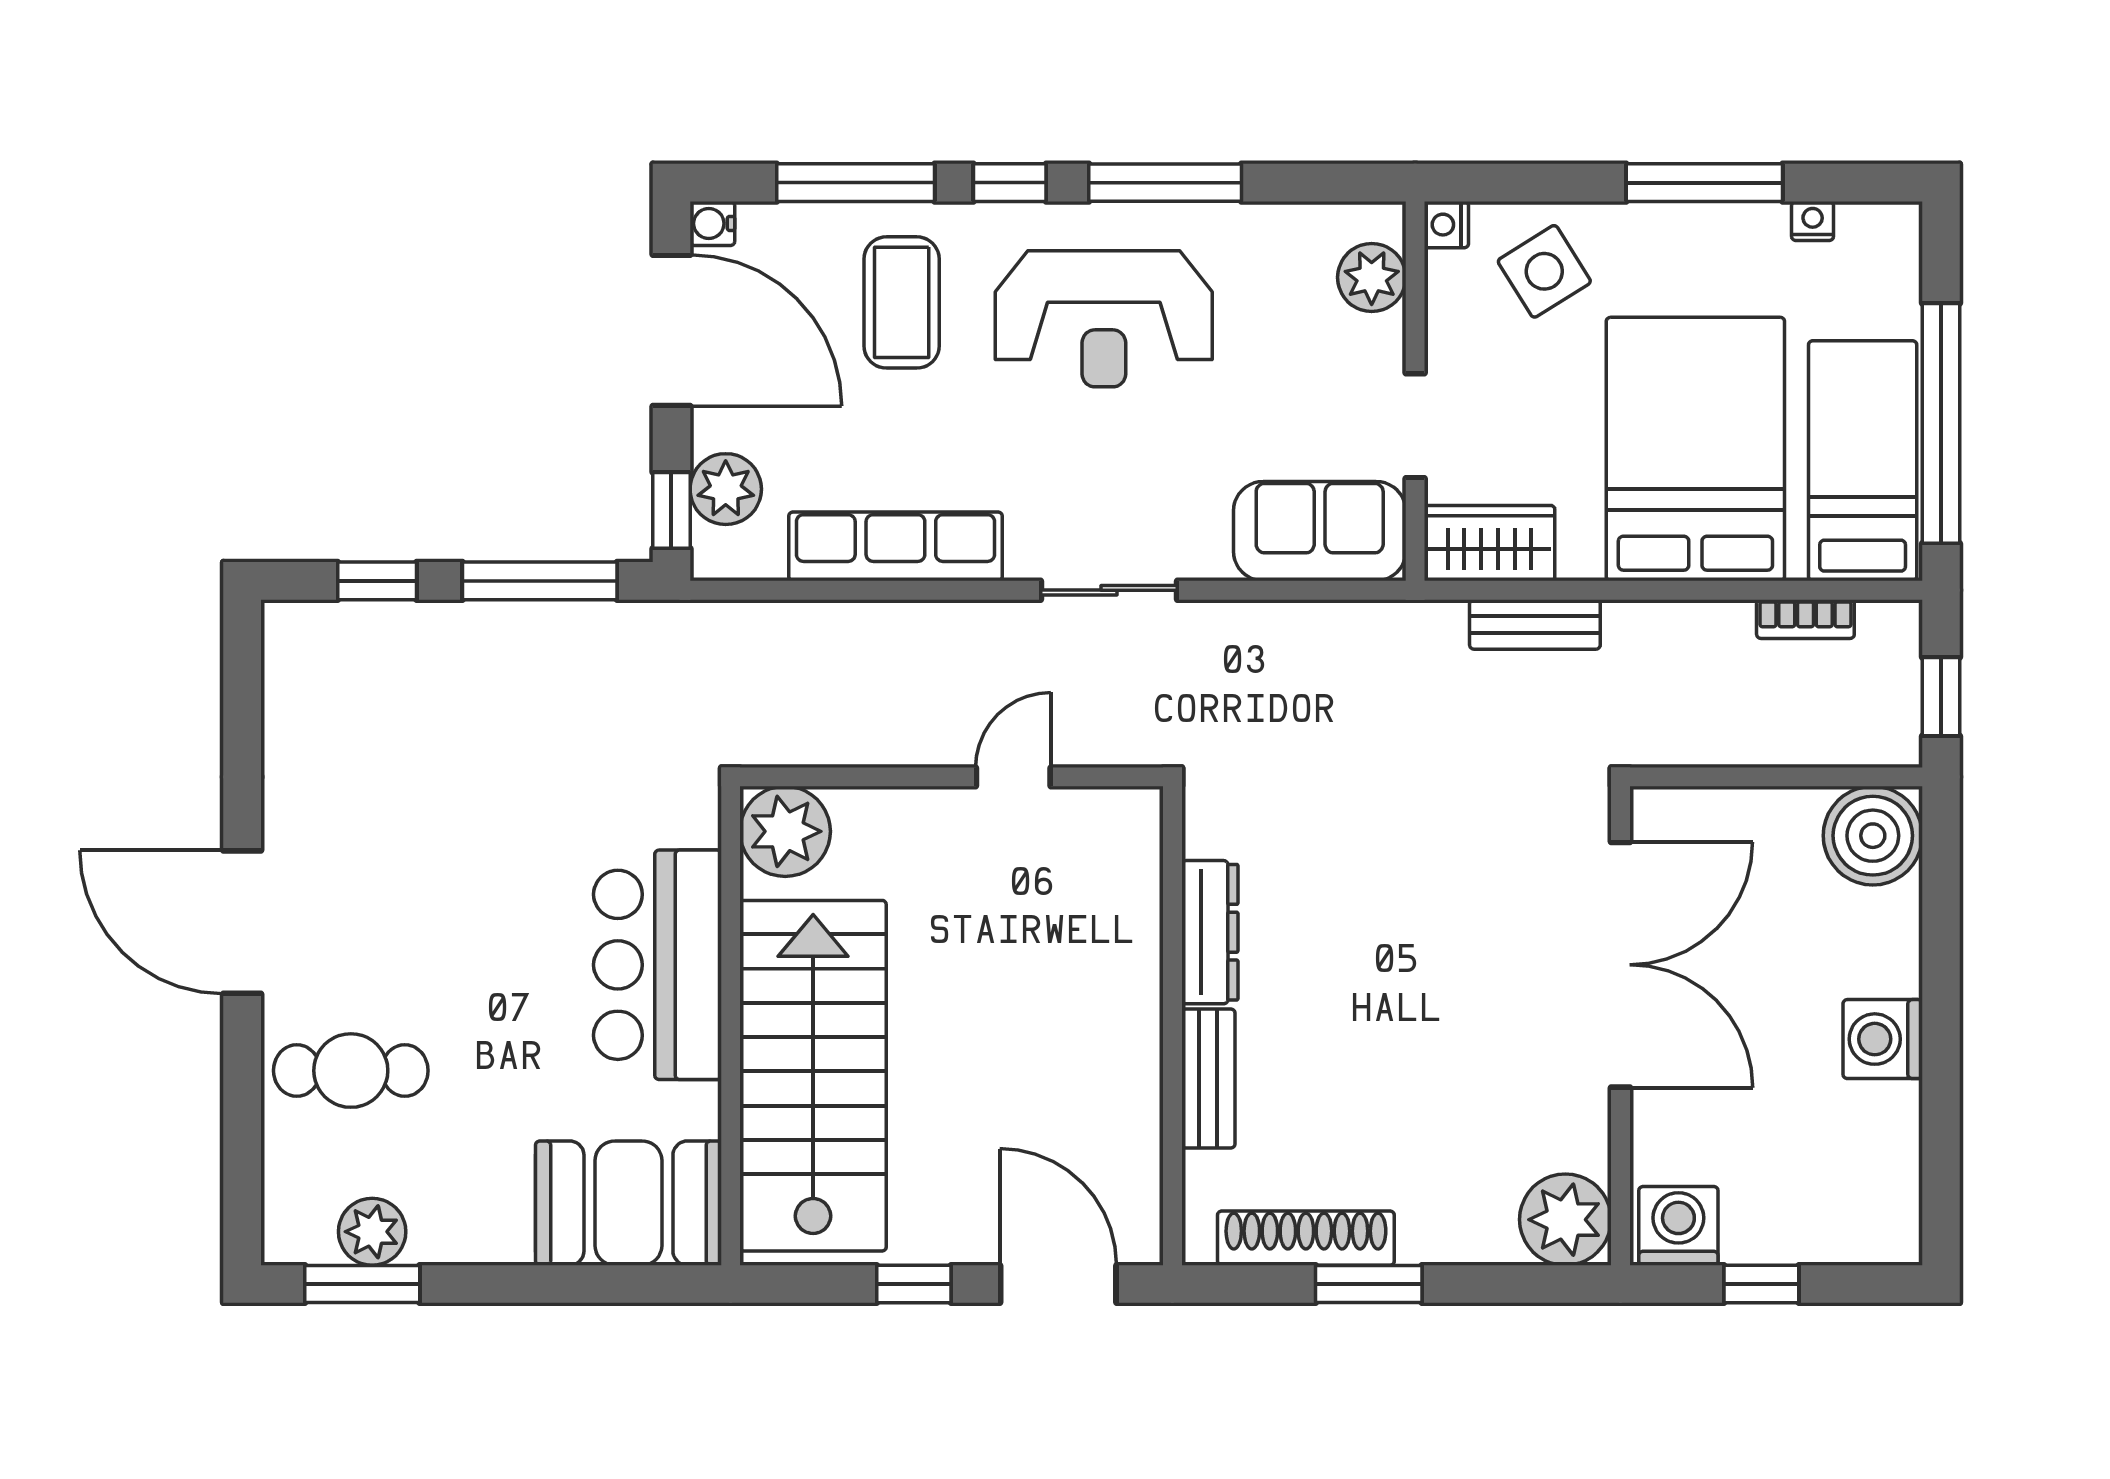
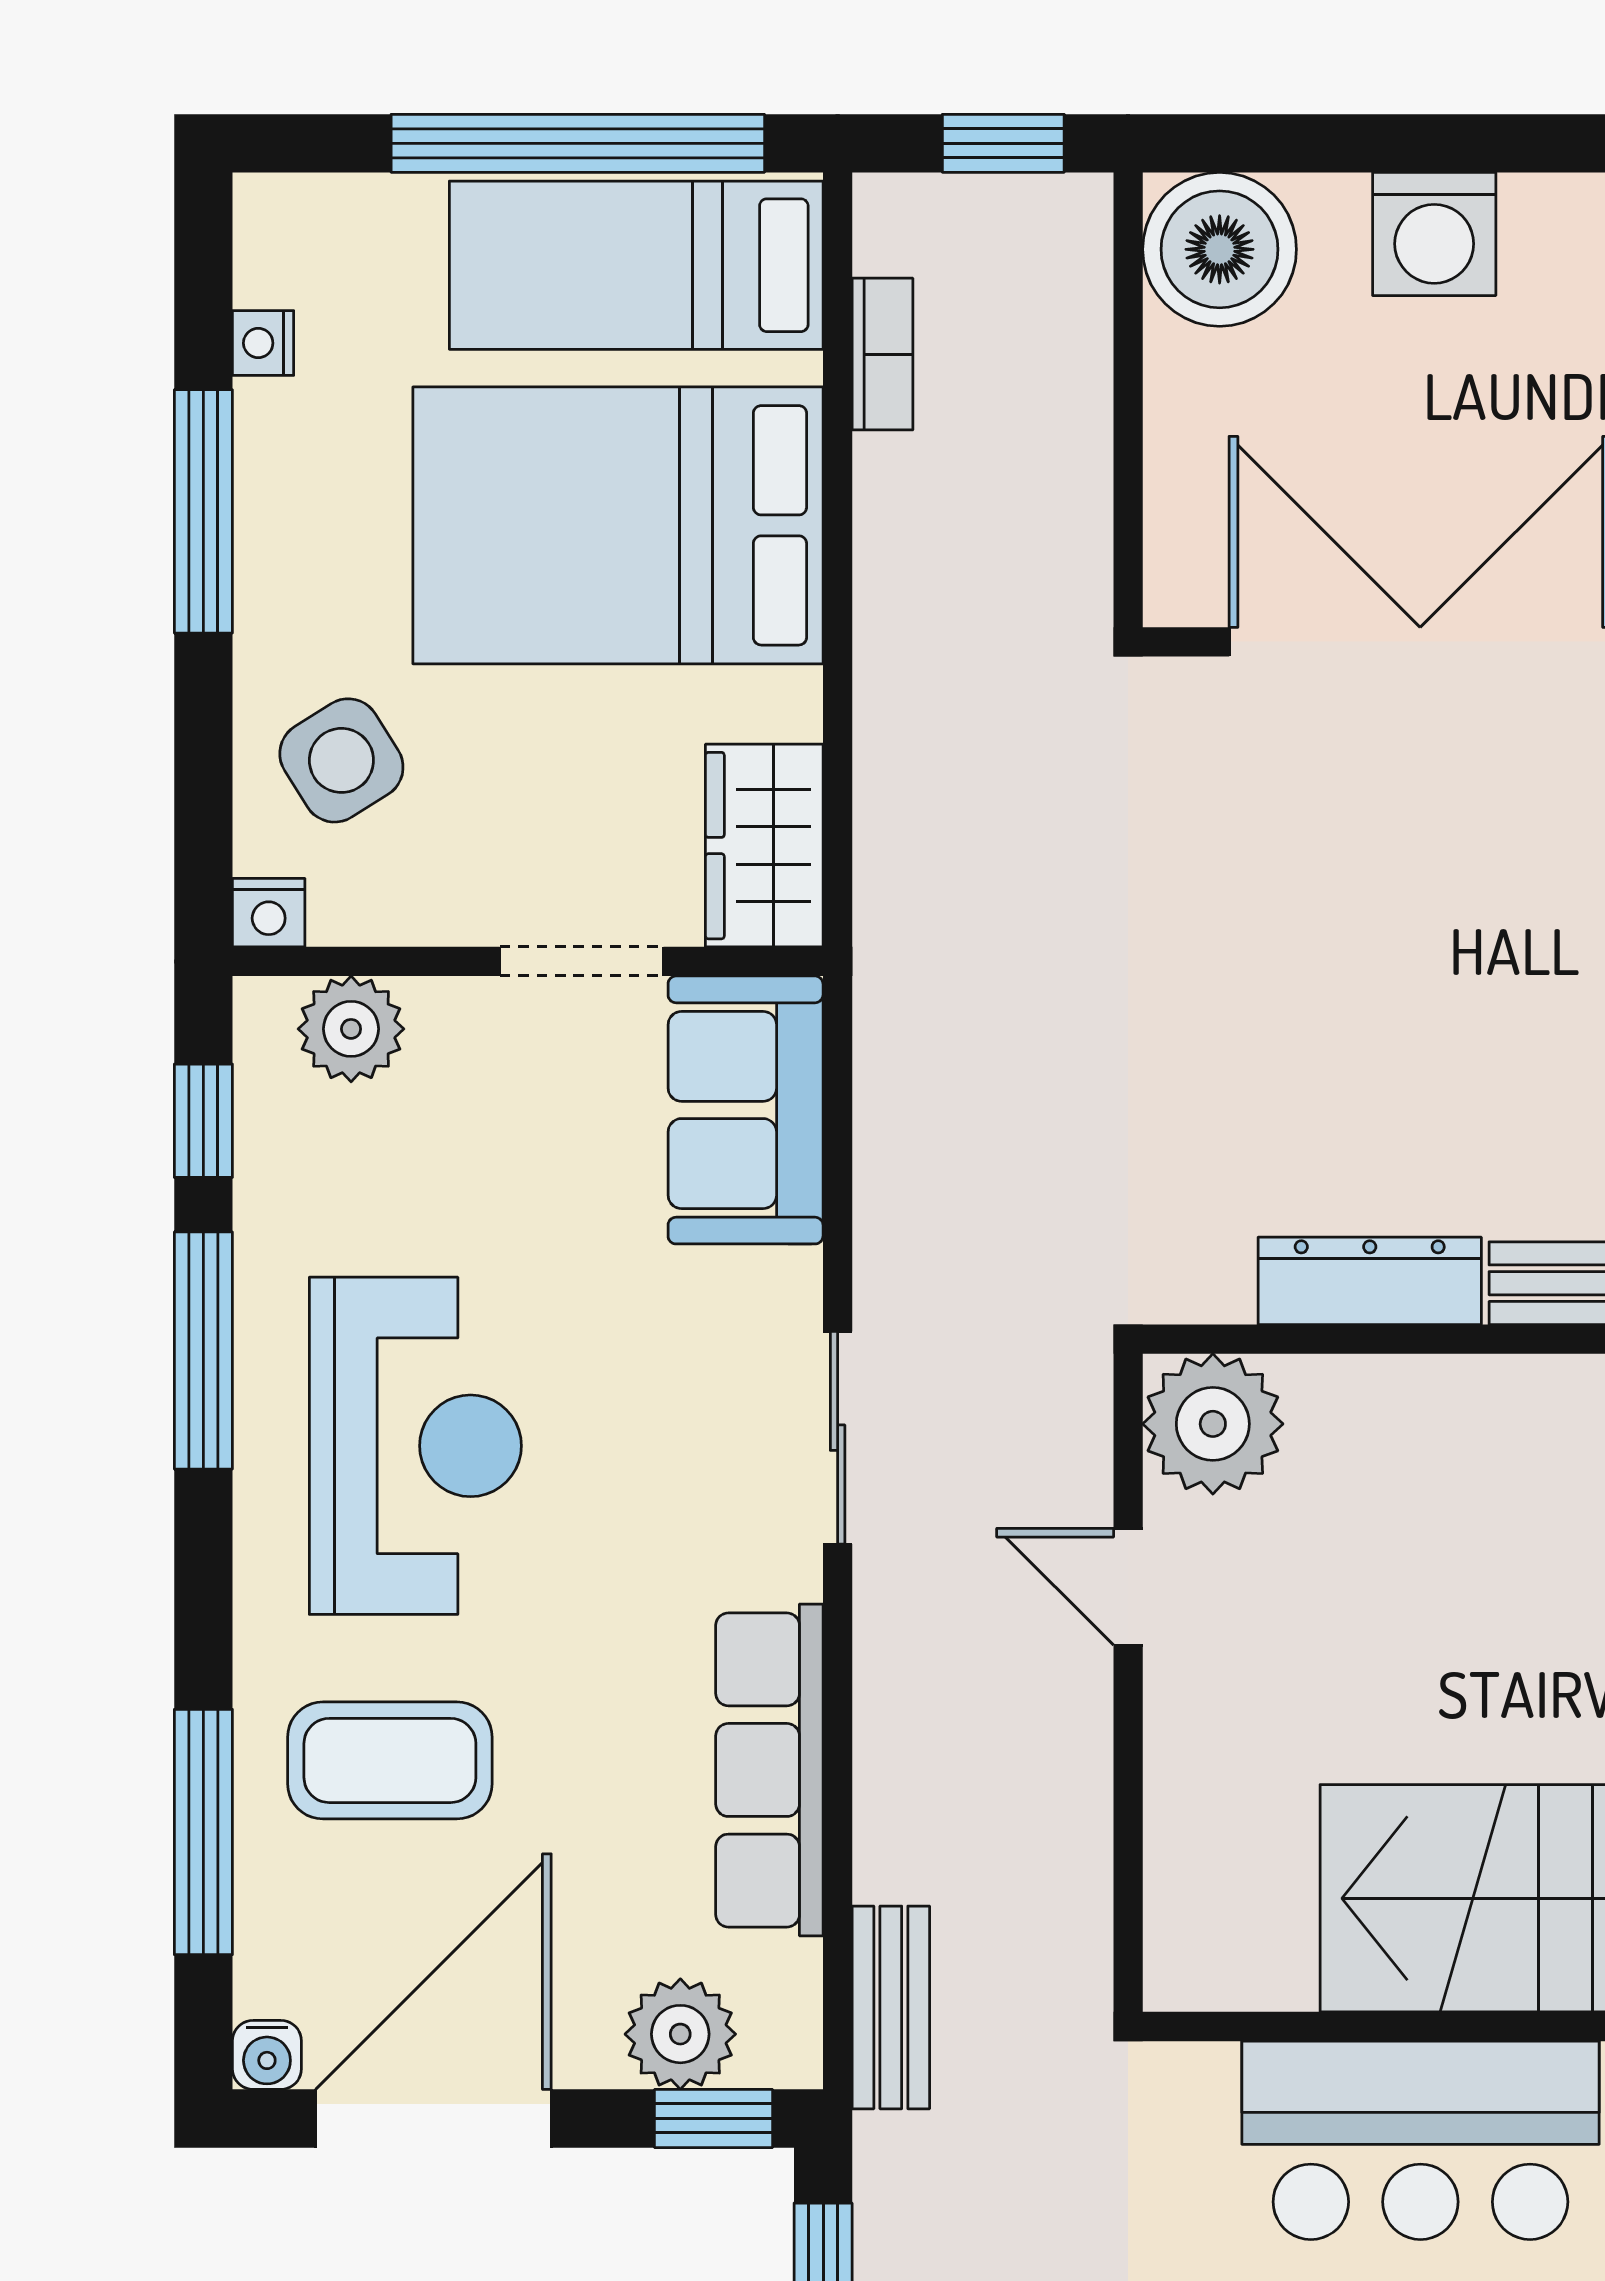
window: (1010, 183) -> (203, 1121), moved
bench: (1535, 624) -> (891, 2007), moved
plant: (785, 831) -> (1213, 1424), moved
washing machine: (1883, 1039) -> (1434, 234), moved

